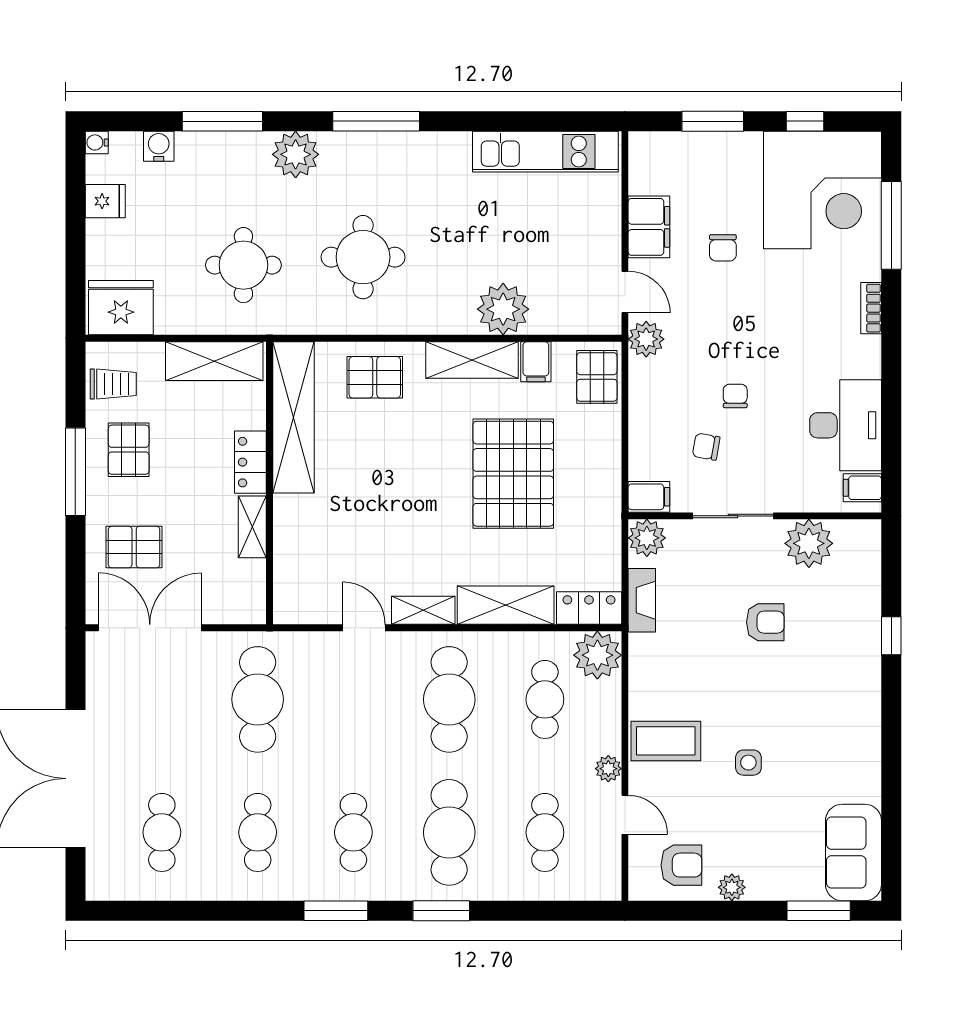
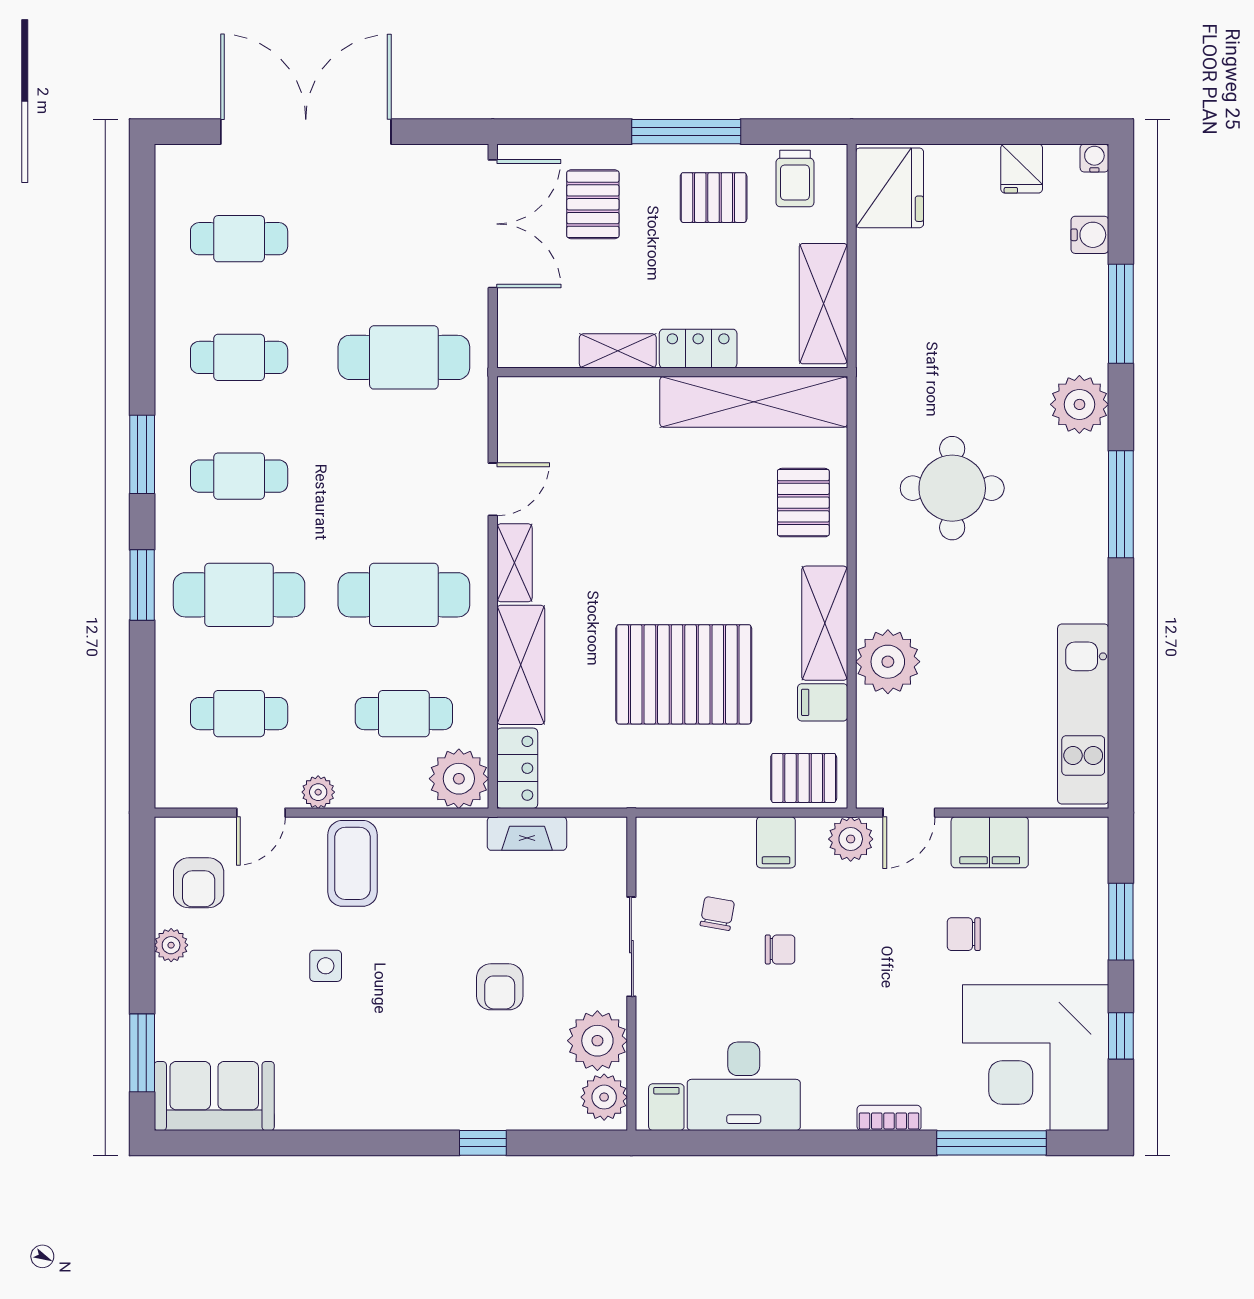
round table: (243, 265) -> (942, 340), removed
filing cabinet: (649, 497) -> (776, 842), moved
plant: (647, 538) -> (604, 1097), moved

